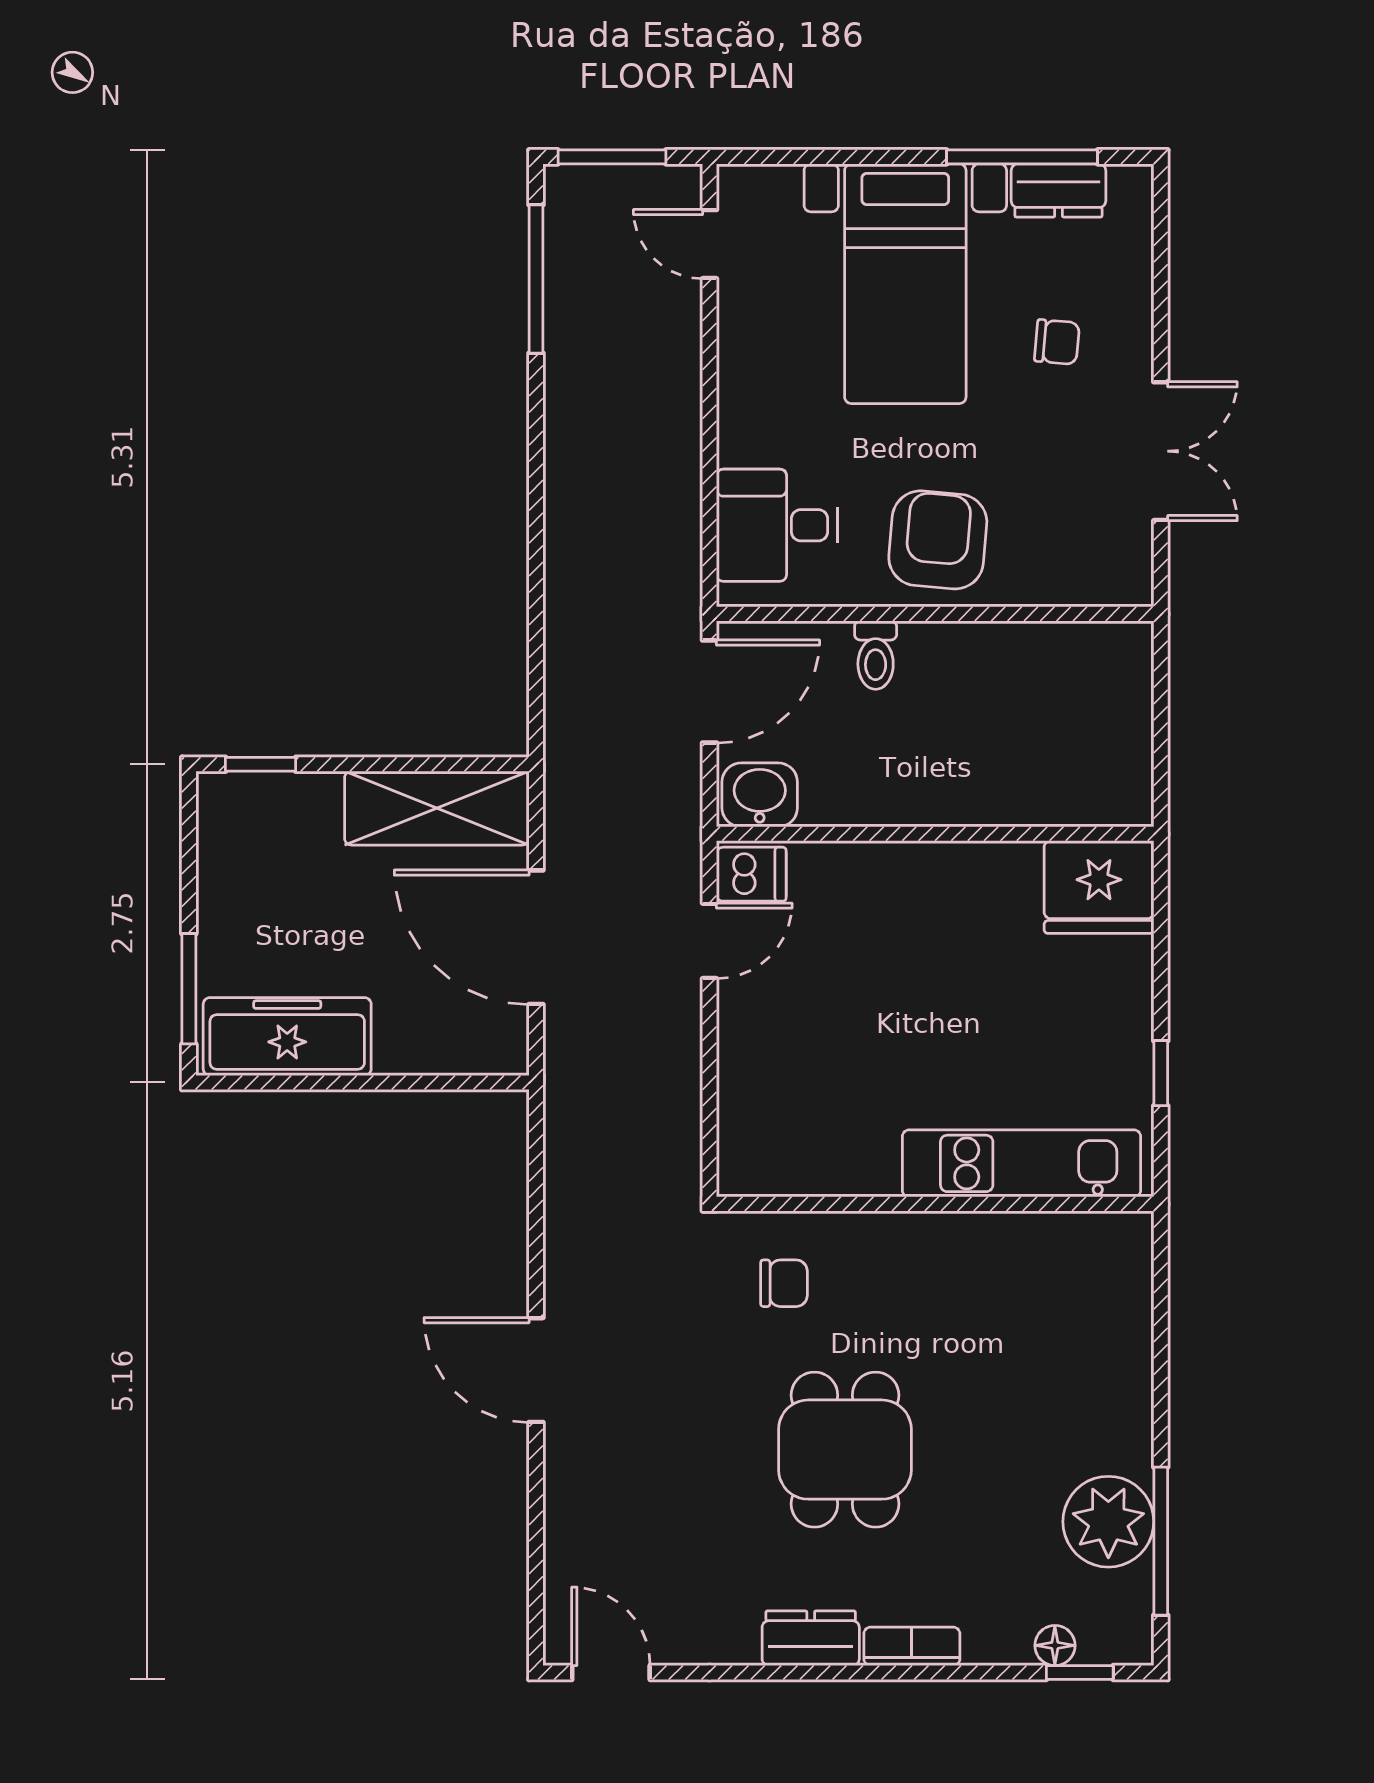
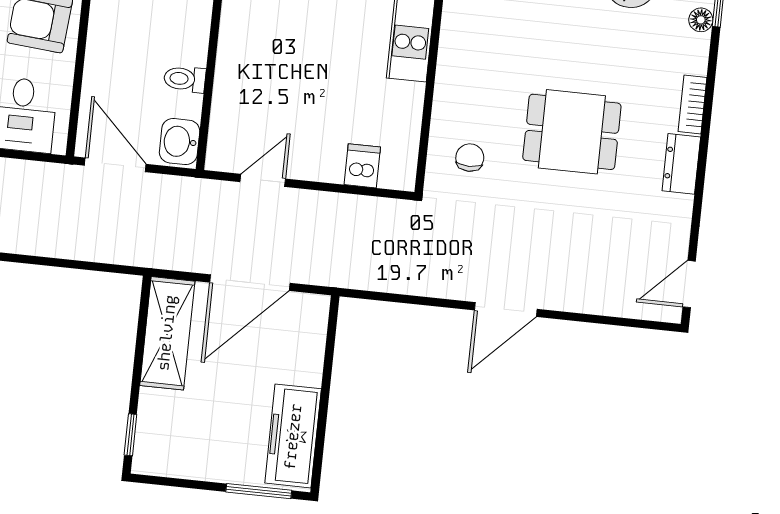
toilet: (876, 655) -> (185, 79), moved, turned 180
dishwasher: (751, 874) -> (362, 166), moved
door: (710, 941) -> (263, 180), hinge flipped

